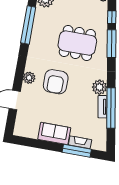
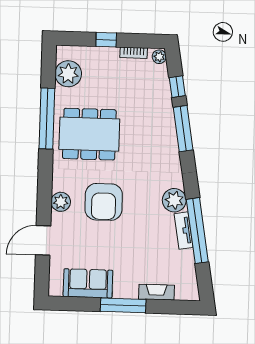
dining table: (77, 43) -> (89, 134), moved
sofa: (54, 133) -> (88, 283), moved
window: (77, 151) -> (123, 305), moved

